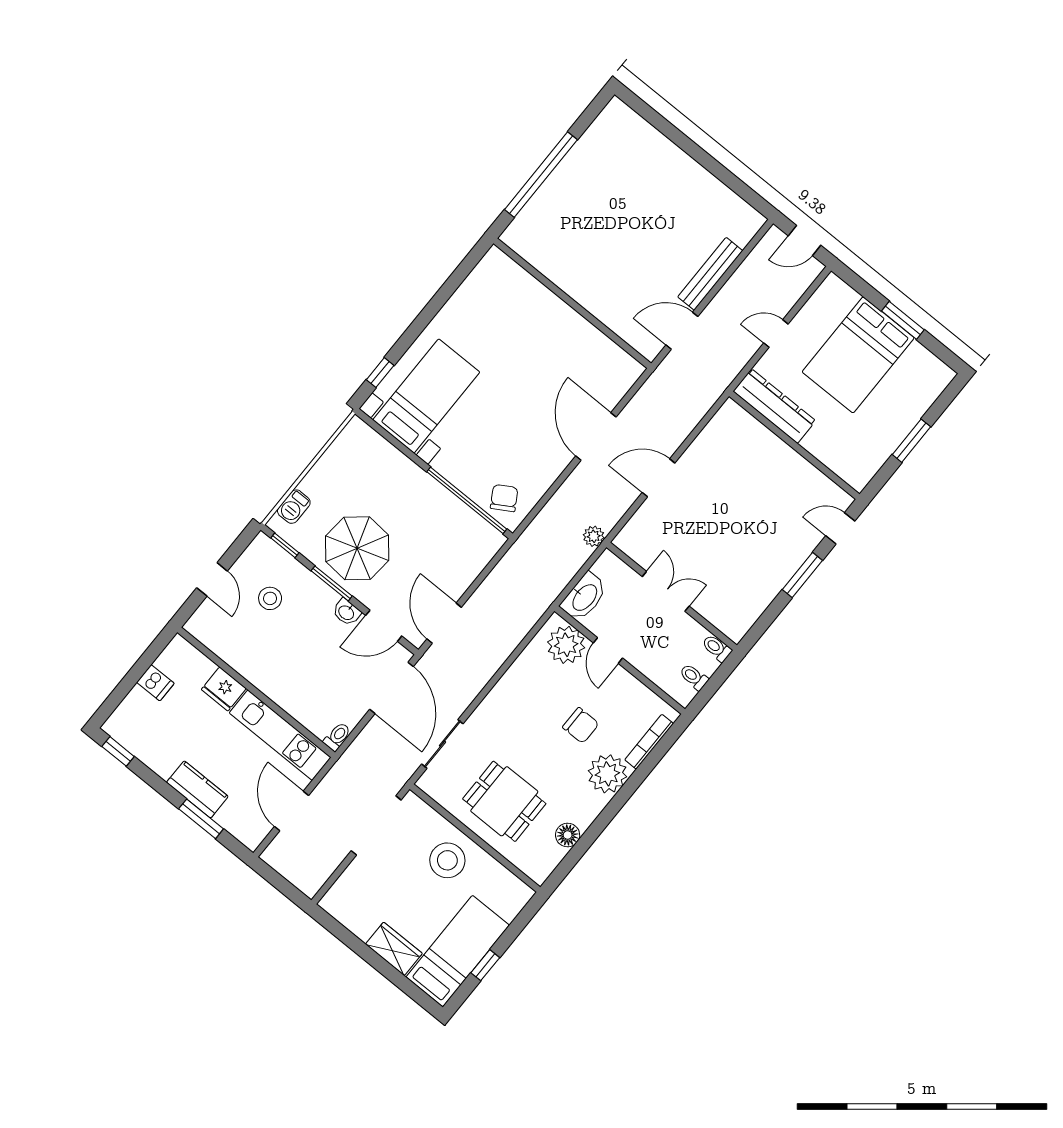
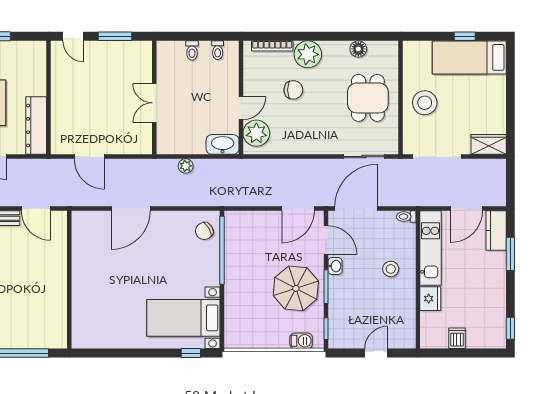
door: (659, 478) -> (89, 157), moved
double door: (666, 591) -> (154, 103), moved
wall: (672, 596) -> (154, 98), moved
stool: (270, 598) -> (391, 269), moved
chair: (581, 725) -> (293, 90), turned 90
kitchen counter: (197, 789) -> (496, 230), moved
wardrobe: (394, 949) -> (489, 144), moved, turned 90

